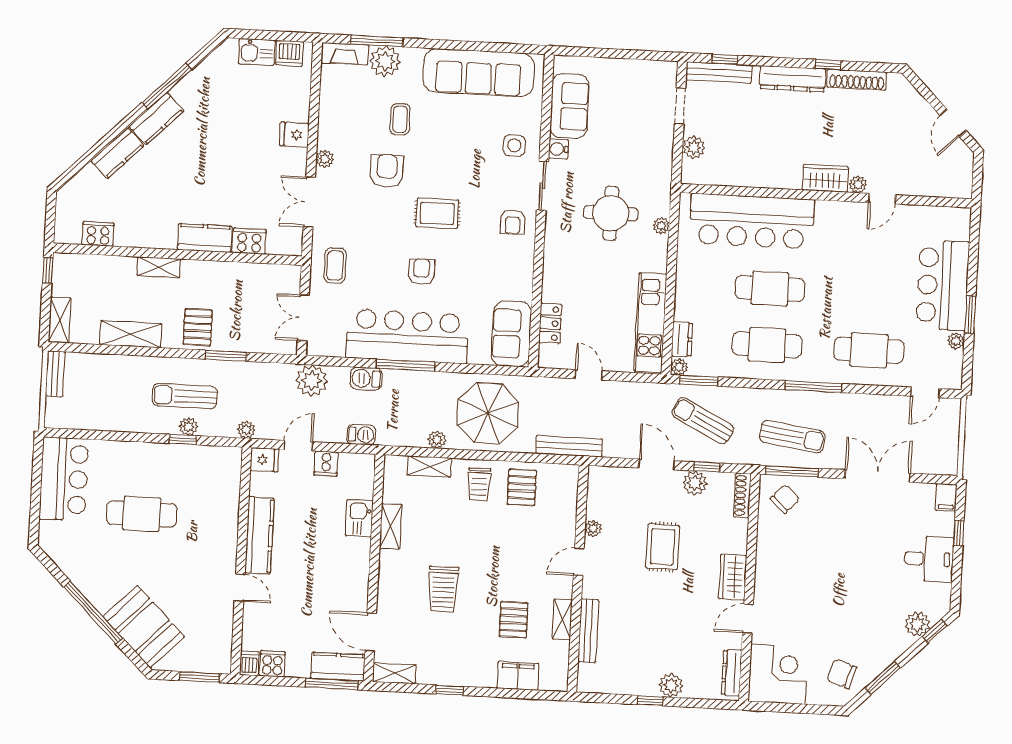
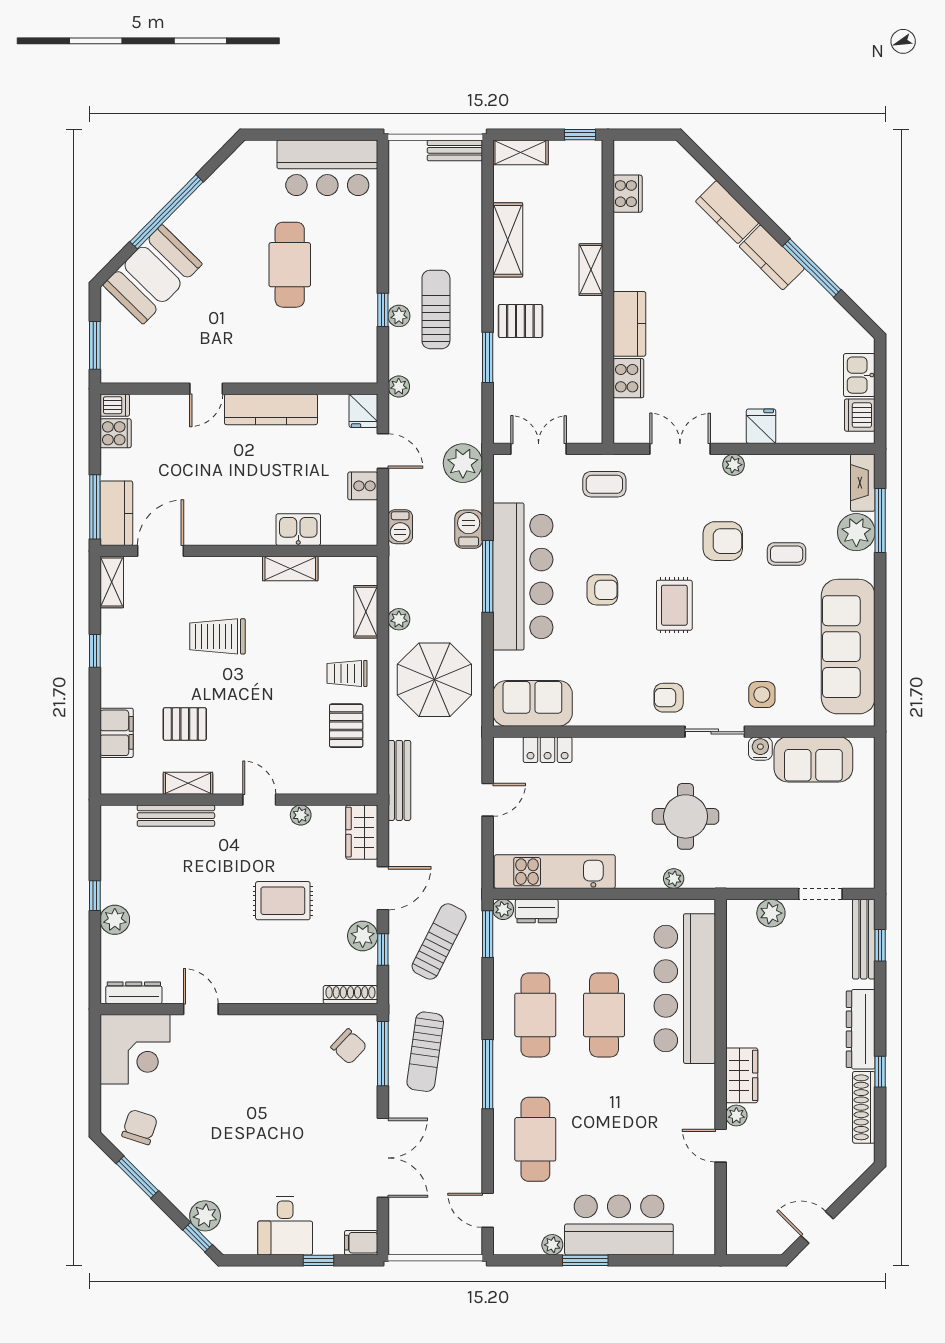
pallet: (522, 487) -> (346, 726), turned 90
wardrobe: (733, 577) -> (362, 832), moved, turned -90

